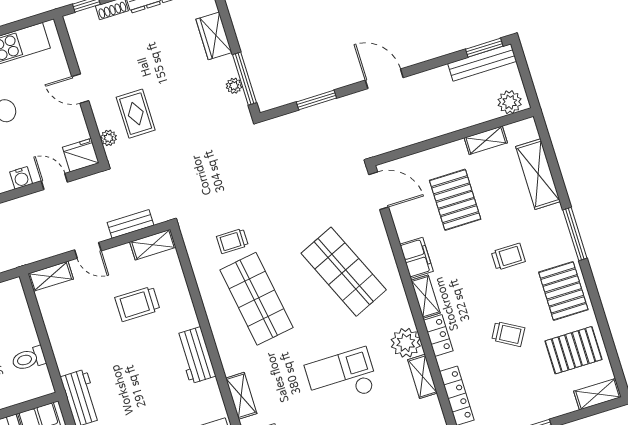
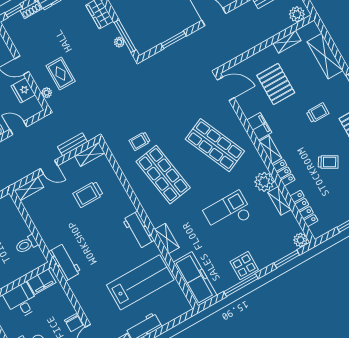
fridge: (81, 155) -> (23, 90), moved, turned -90
workbench: (195, 355) -> (138, 230), moved

